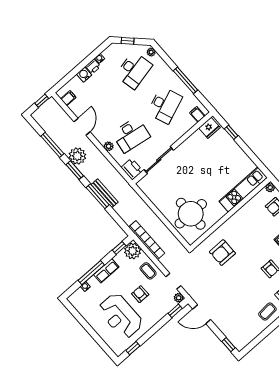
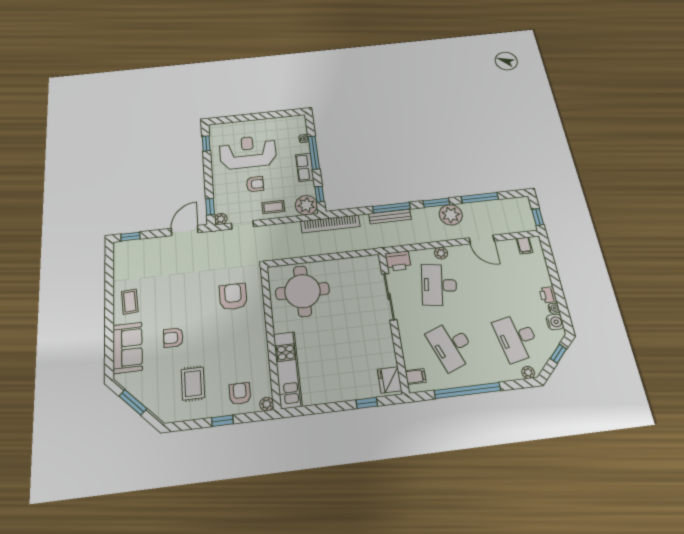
water cooler: (84, 75) -> (555, 322), moved
window: (185, 80) -> (467, 390), width x1.46
bookcase: (147, 240) -> (330, 224), moved

